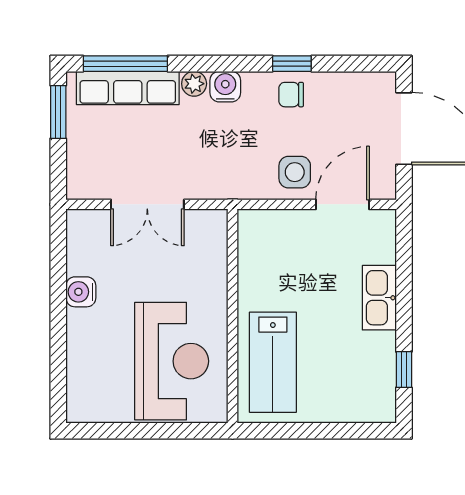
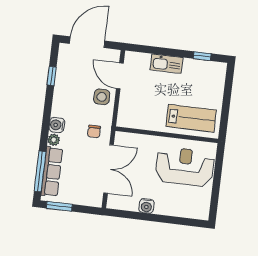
window: (292, 64) -> (52, 76), moved
chair: (291, 95) -> (94, 131), moved
double door: (147, 204) -> (109, 169), width x1.37

